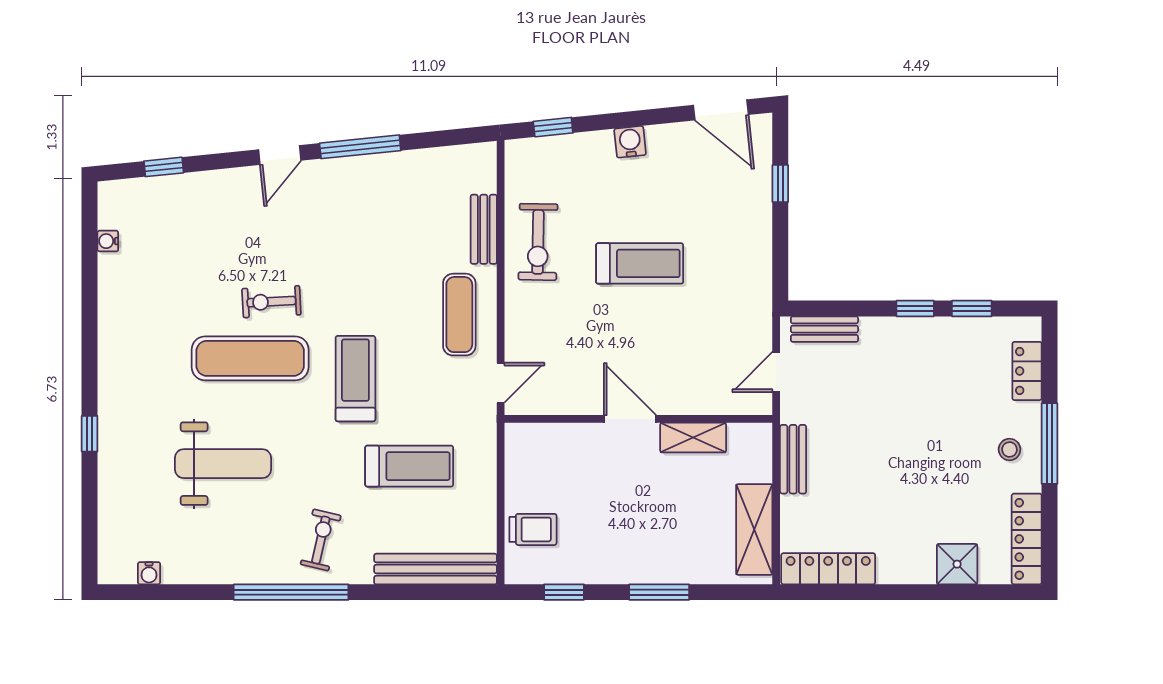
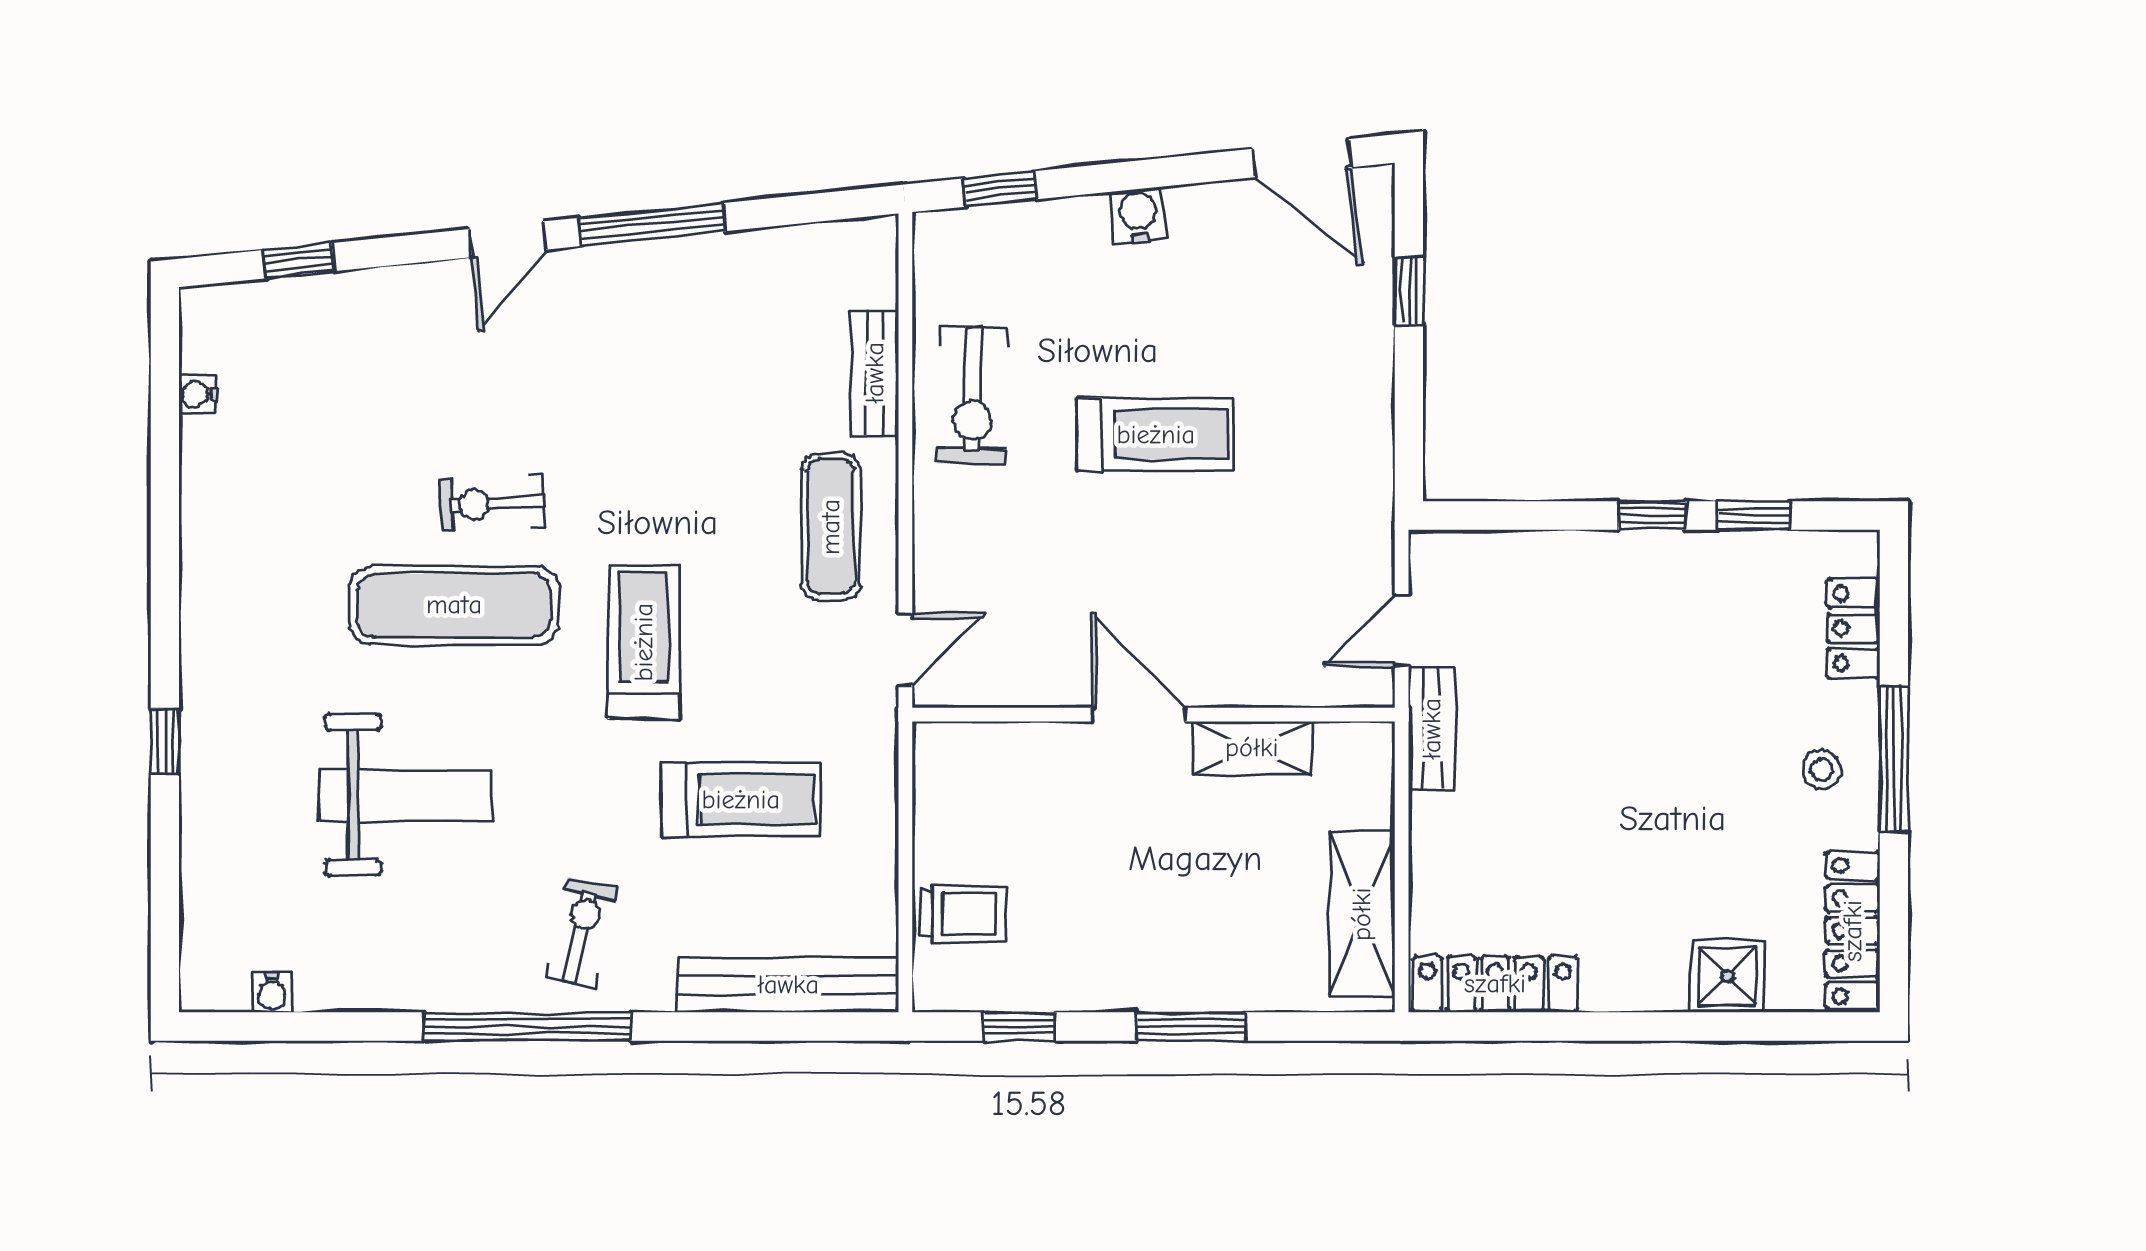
bench: (824, 329) -> (1488, 553), removed
bench: (793, 459) -> (1432, 729), moved

